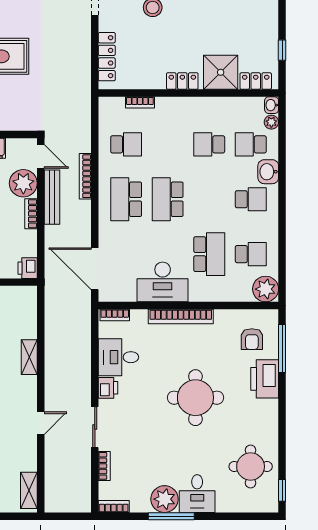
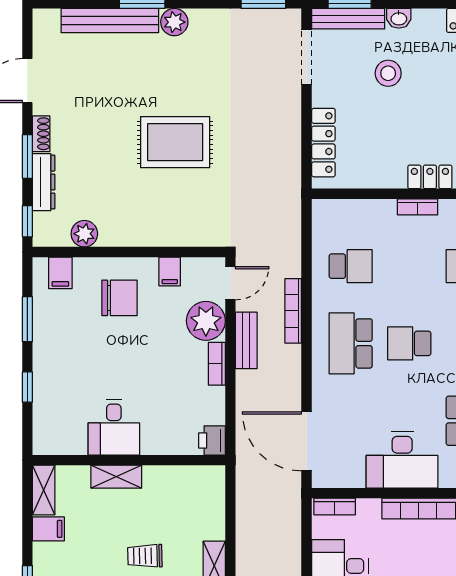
bookcase: (140, 102) -> (418, 207), moved
door: (41, 157) -> (230, 283), hinge flipped
bench: (52, 197) -> (246, 340), width x0.73
school desk: (168, 199) -> (409, 343), width x0.54

